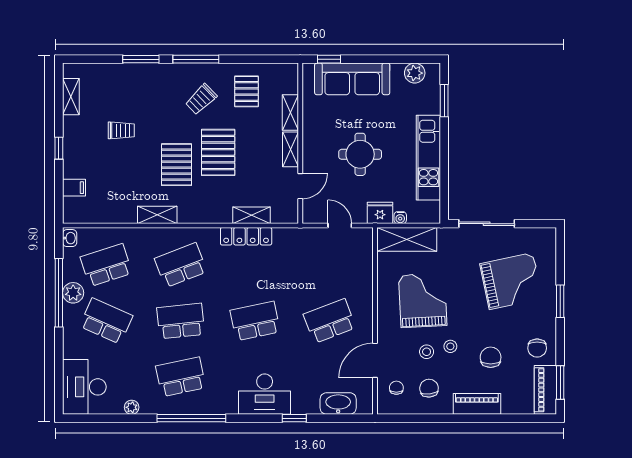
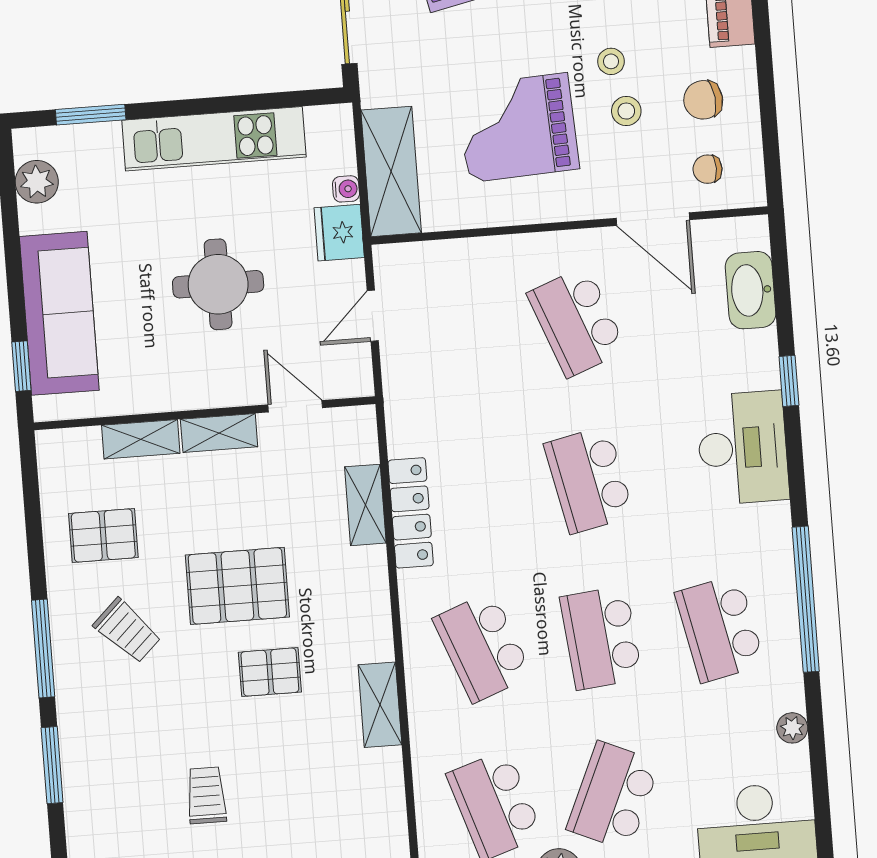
pallet: (177, 165) -> (270, 672), width x0.67, depth x0.71

